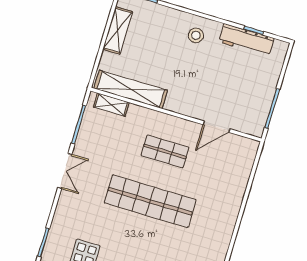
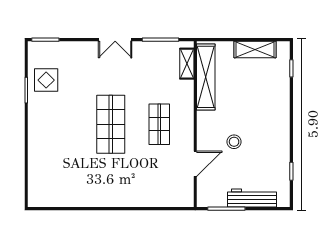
stool: (196, 35) -> (234, 142), moved
workbench: (246, 40) -> (252, 198), moved, turned 90
door: (217, 127) -> (195, 164), swing flipped
shop shelf: (150, 201) -> (111, 124), width x0.71

